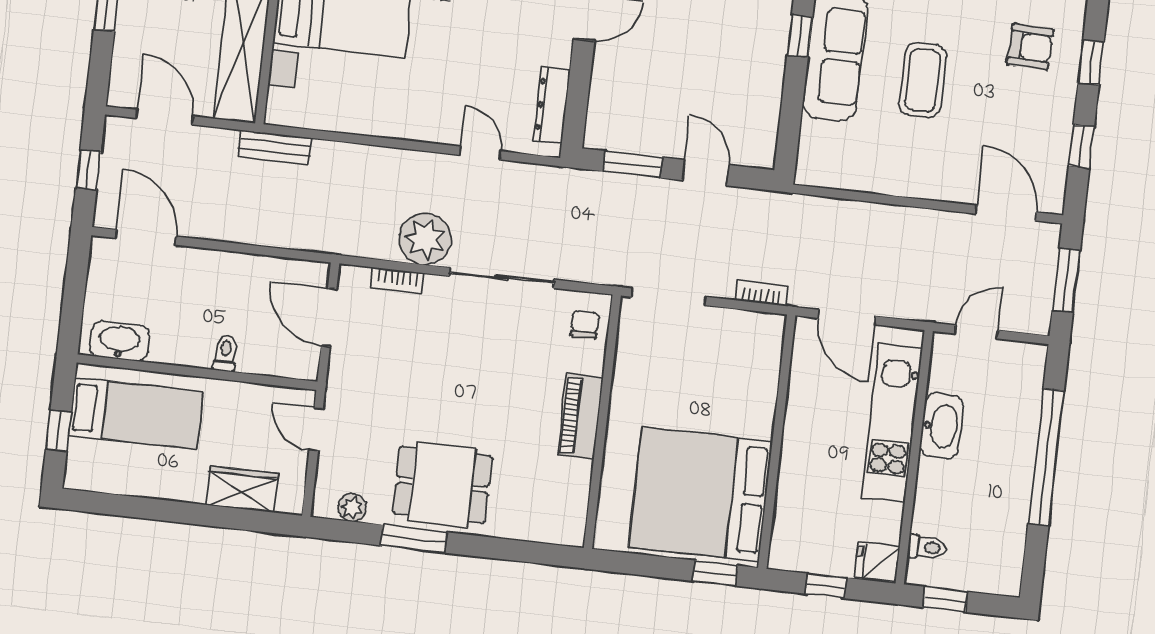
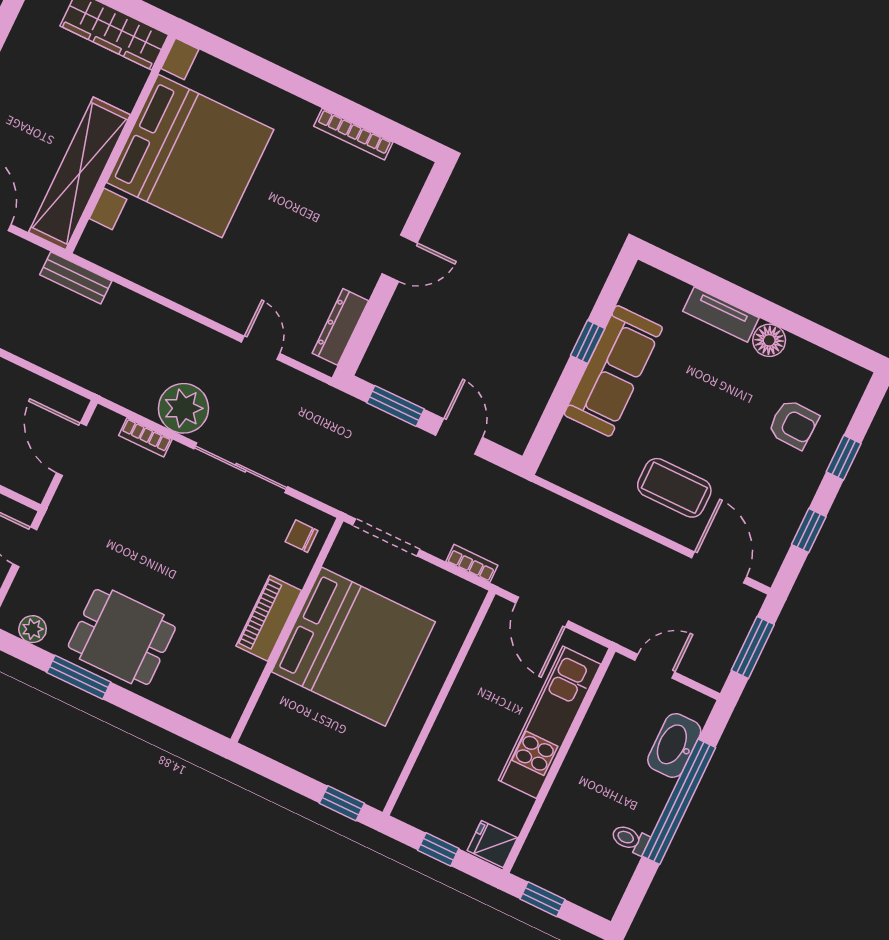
coffee table: (923, 80) -> (674, 488), moved, turned 90
chair: (585, 324) -> (302, 536), turned -90
washbasin: (941, 426) -> (674, 745), moved, turned 180
bed: (701, 494) -> (353, 647), moved, turned 180
toilet: (927, 547) -> (630, 839), moved, turned 180

